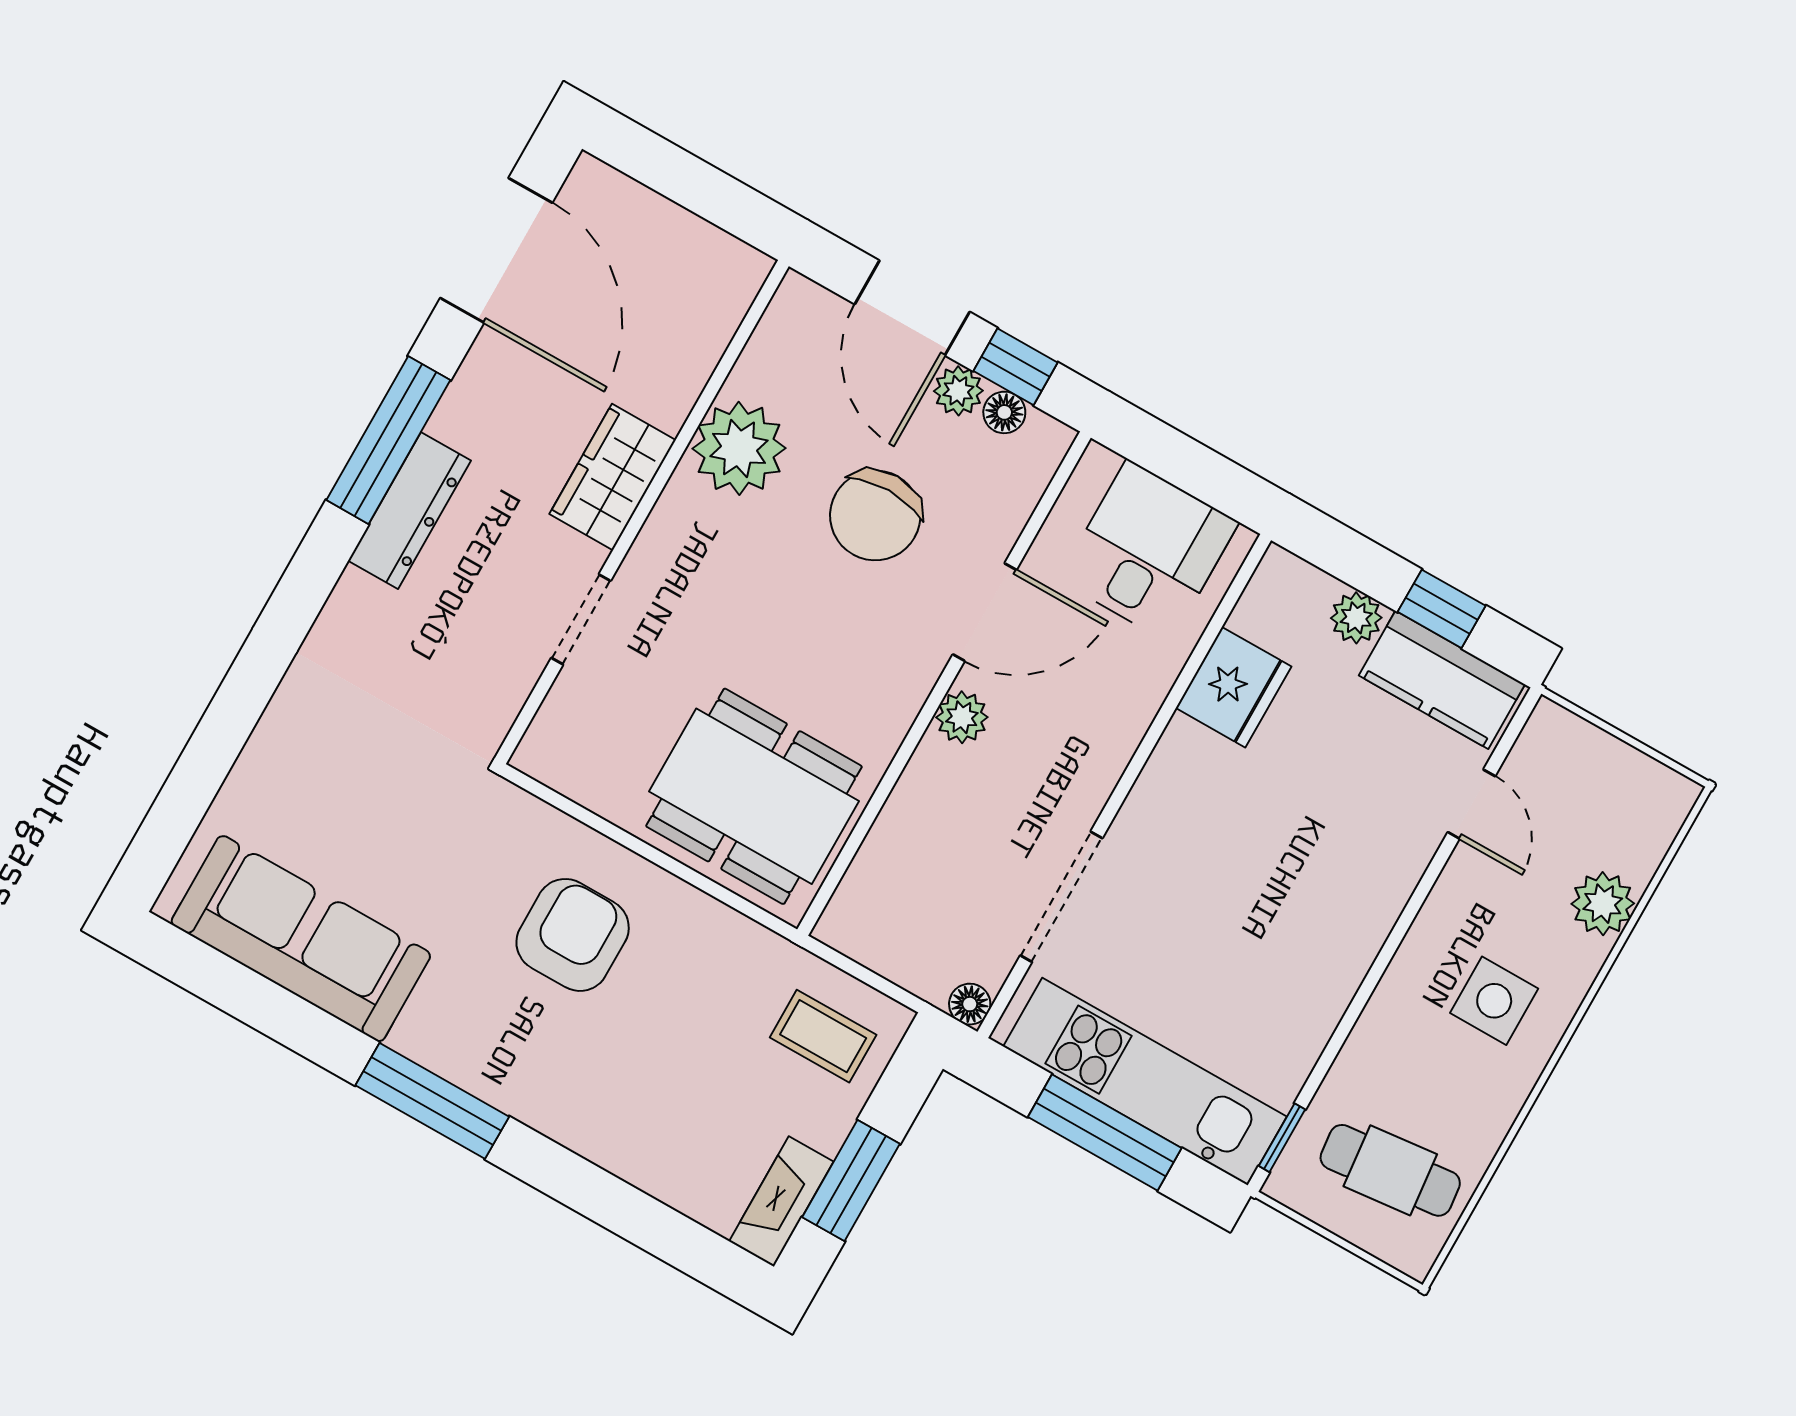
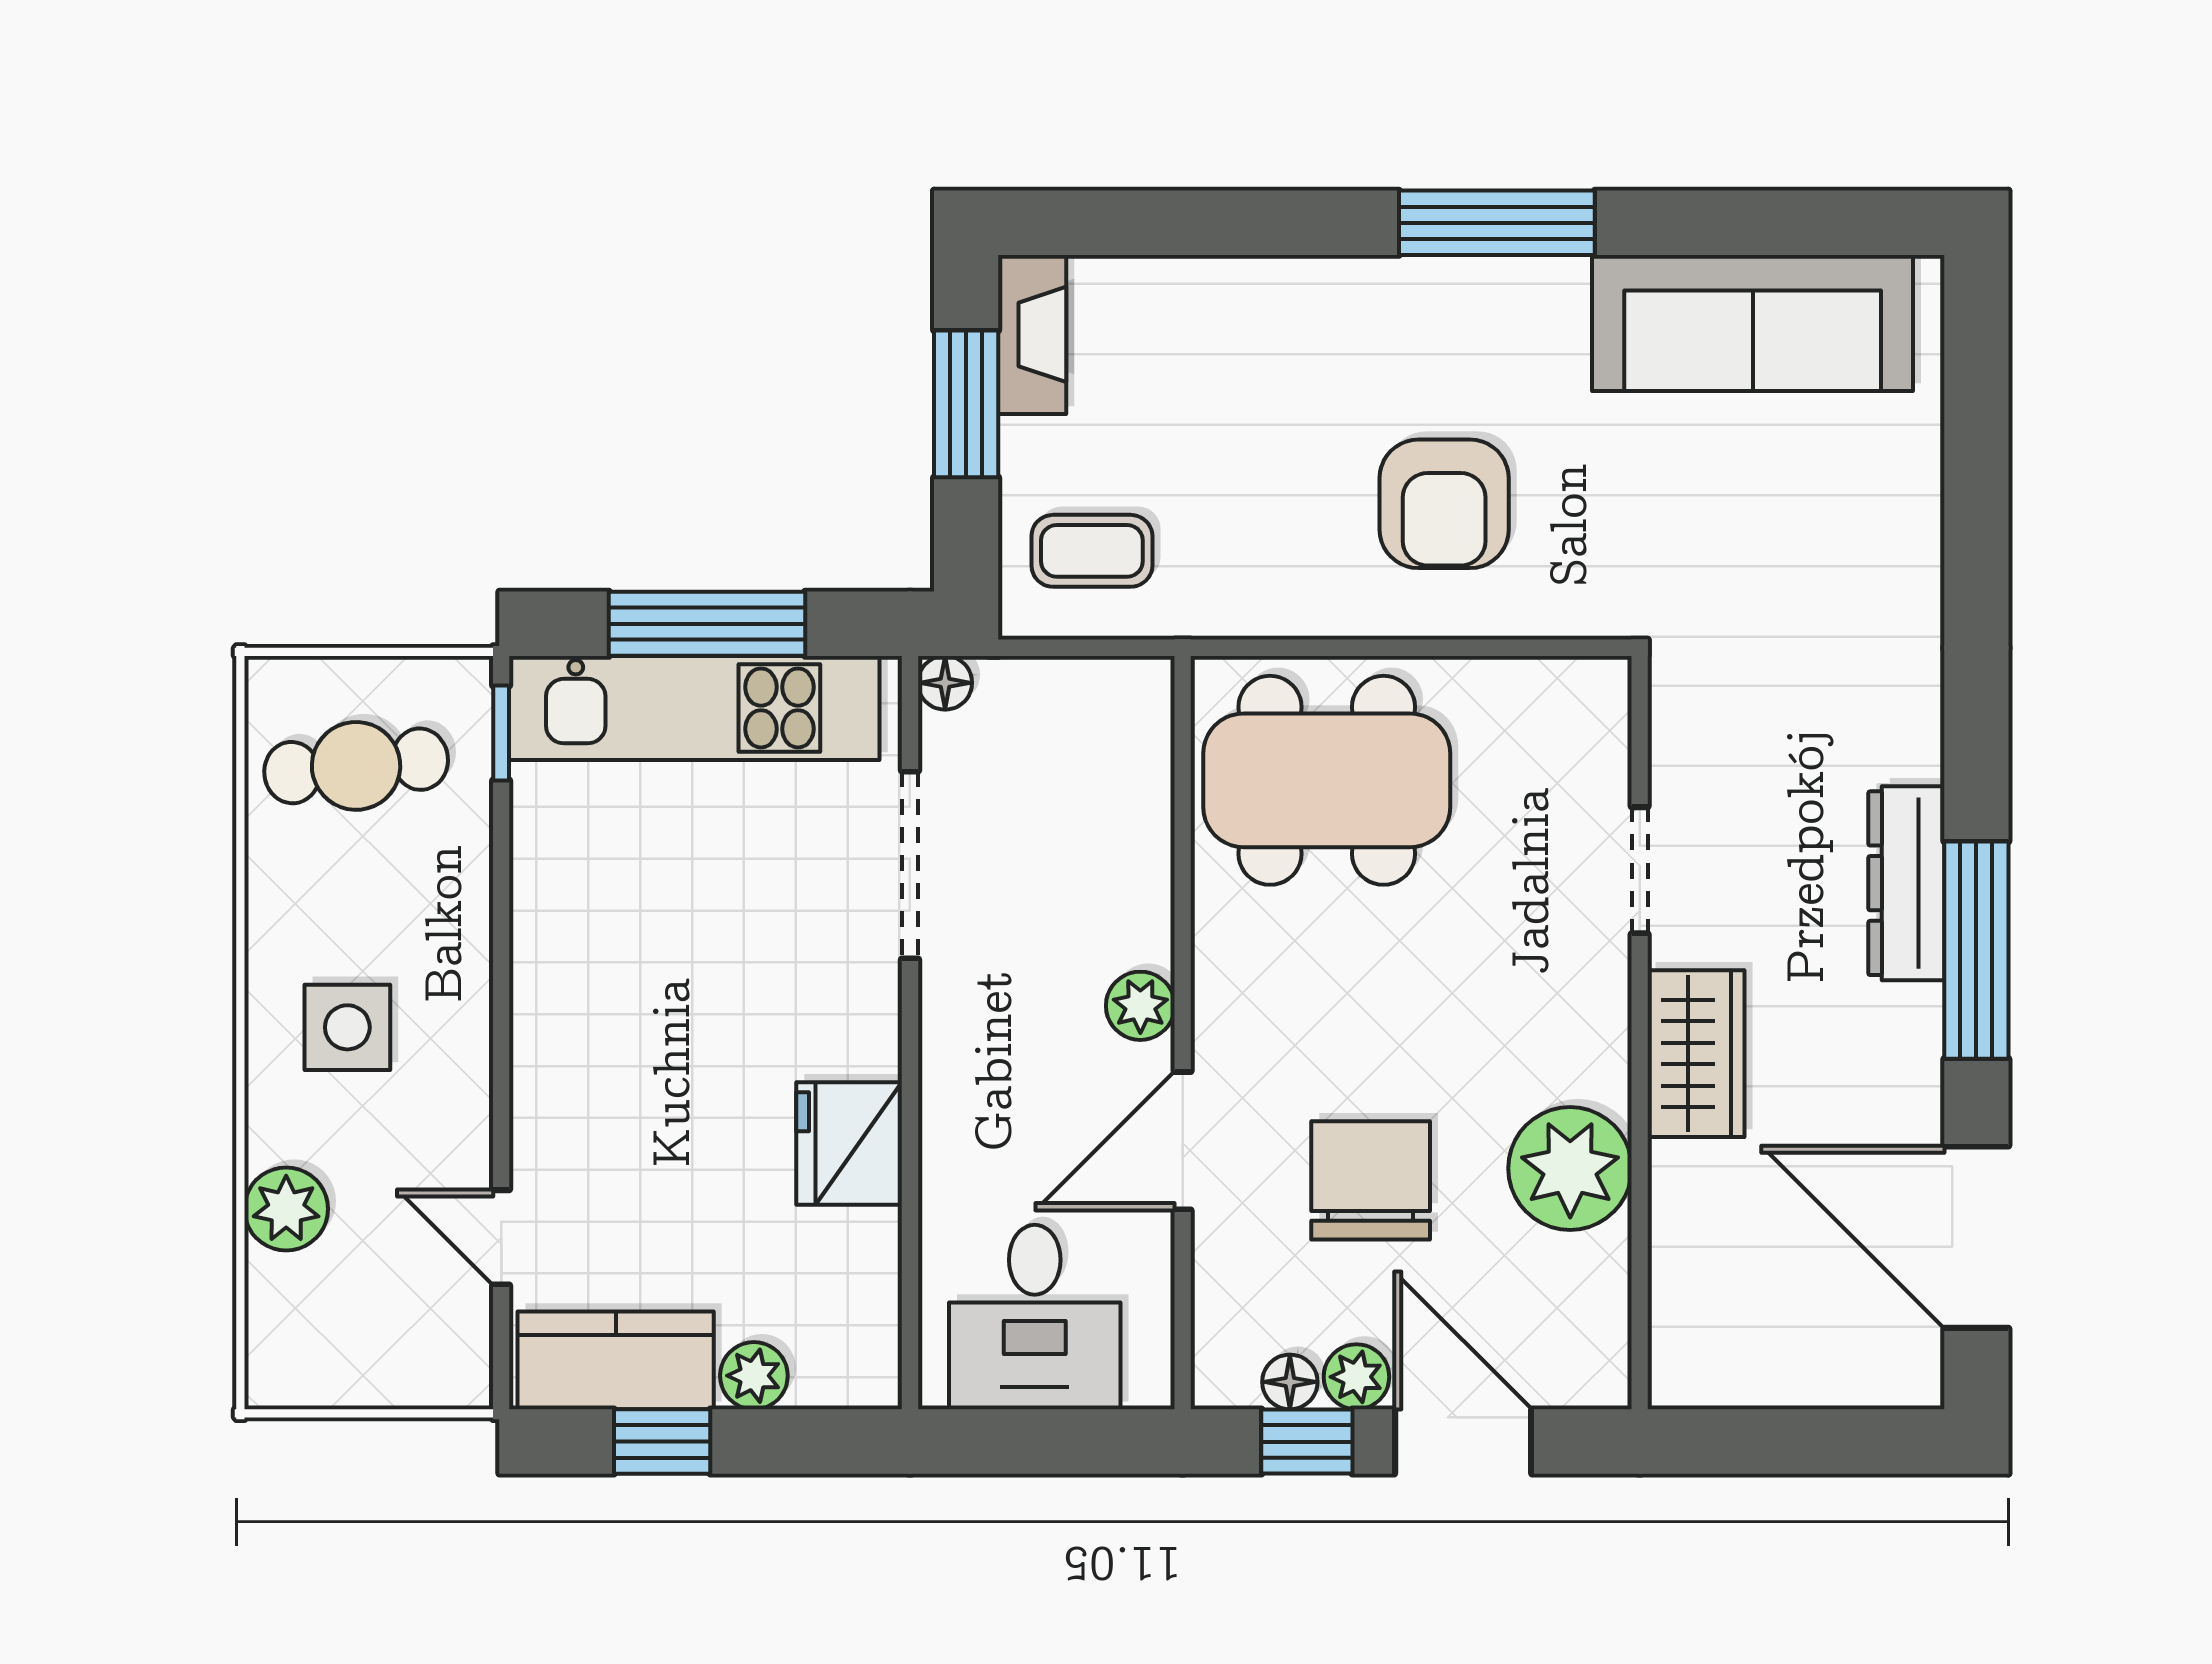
fridge: (1234, 687) -> (849, 1144), moved

